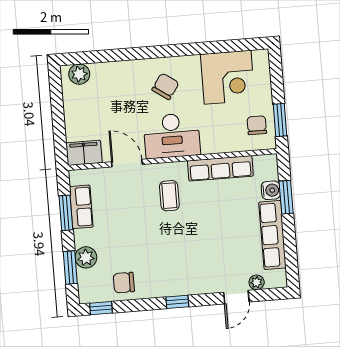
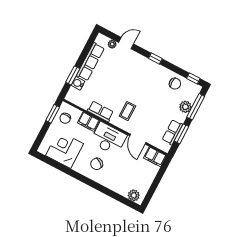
filing cabinet: (218, 142) -> (88, 122), added
row of seats: (220, 168) -> (100, 111), width x0.68
window: (70, 268) -> (196, 107), width x1.44

